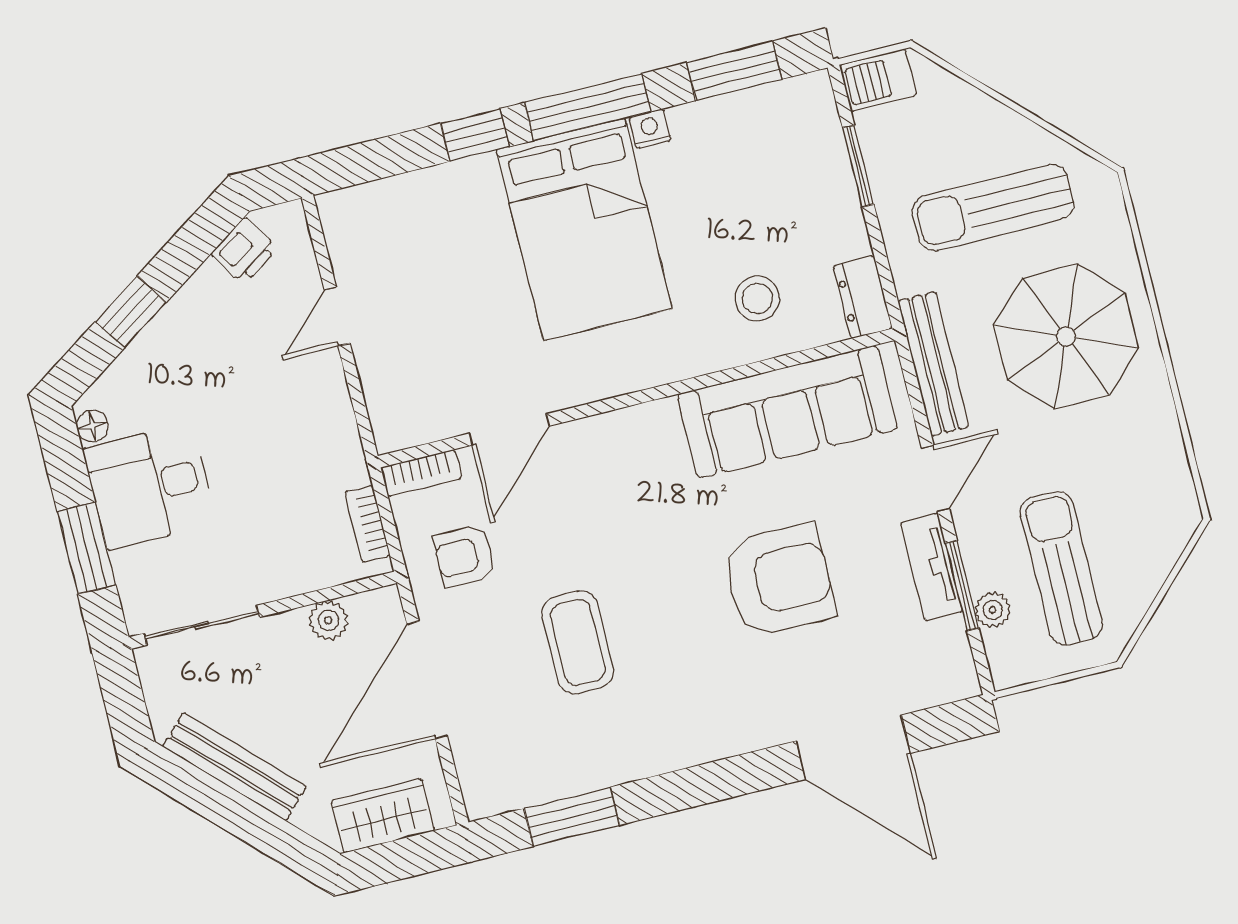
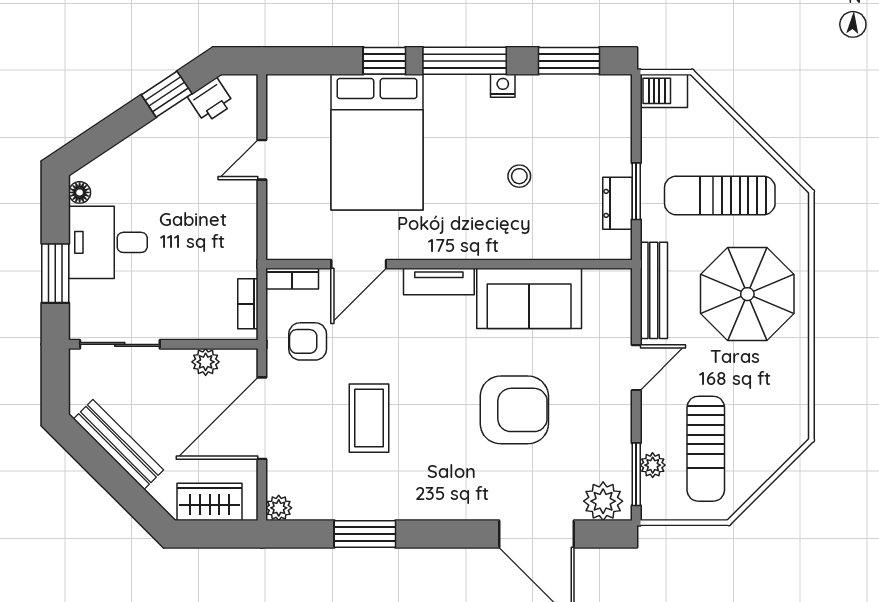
window: (858, 166) -> (636, 191), moved
bed: (584, 229) -> (377, 142), moved
dresser: (863, 297) -> (618, 203), moved
stool: (757, 299) -> (519, 176), moved, width x0.73, depth x0.73
window: (131, 312) -> (167, 94), moved
sofa: (787, 412) -> (529, 298), width x0.73
tv unit: (931, 567) -> (439, 282), moved, turned -90
sun lounger: (1061, 568) -> (706, 449), turned 180
window: (962, 586) -> (636, 474), moved
plant: (935, 678) -> (603, 501), added
plant: (482, 800) -> (279, 508), added
window: (572, 817) -> (365, 534), moved

